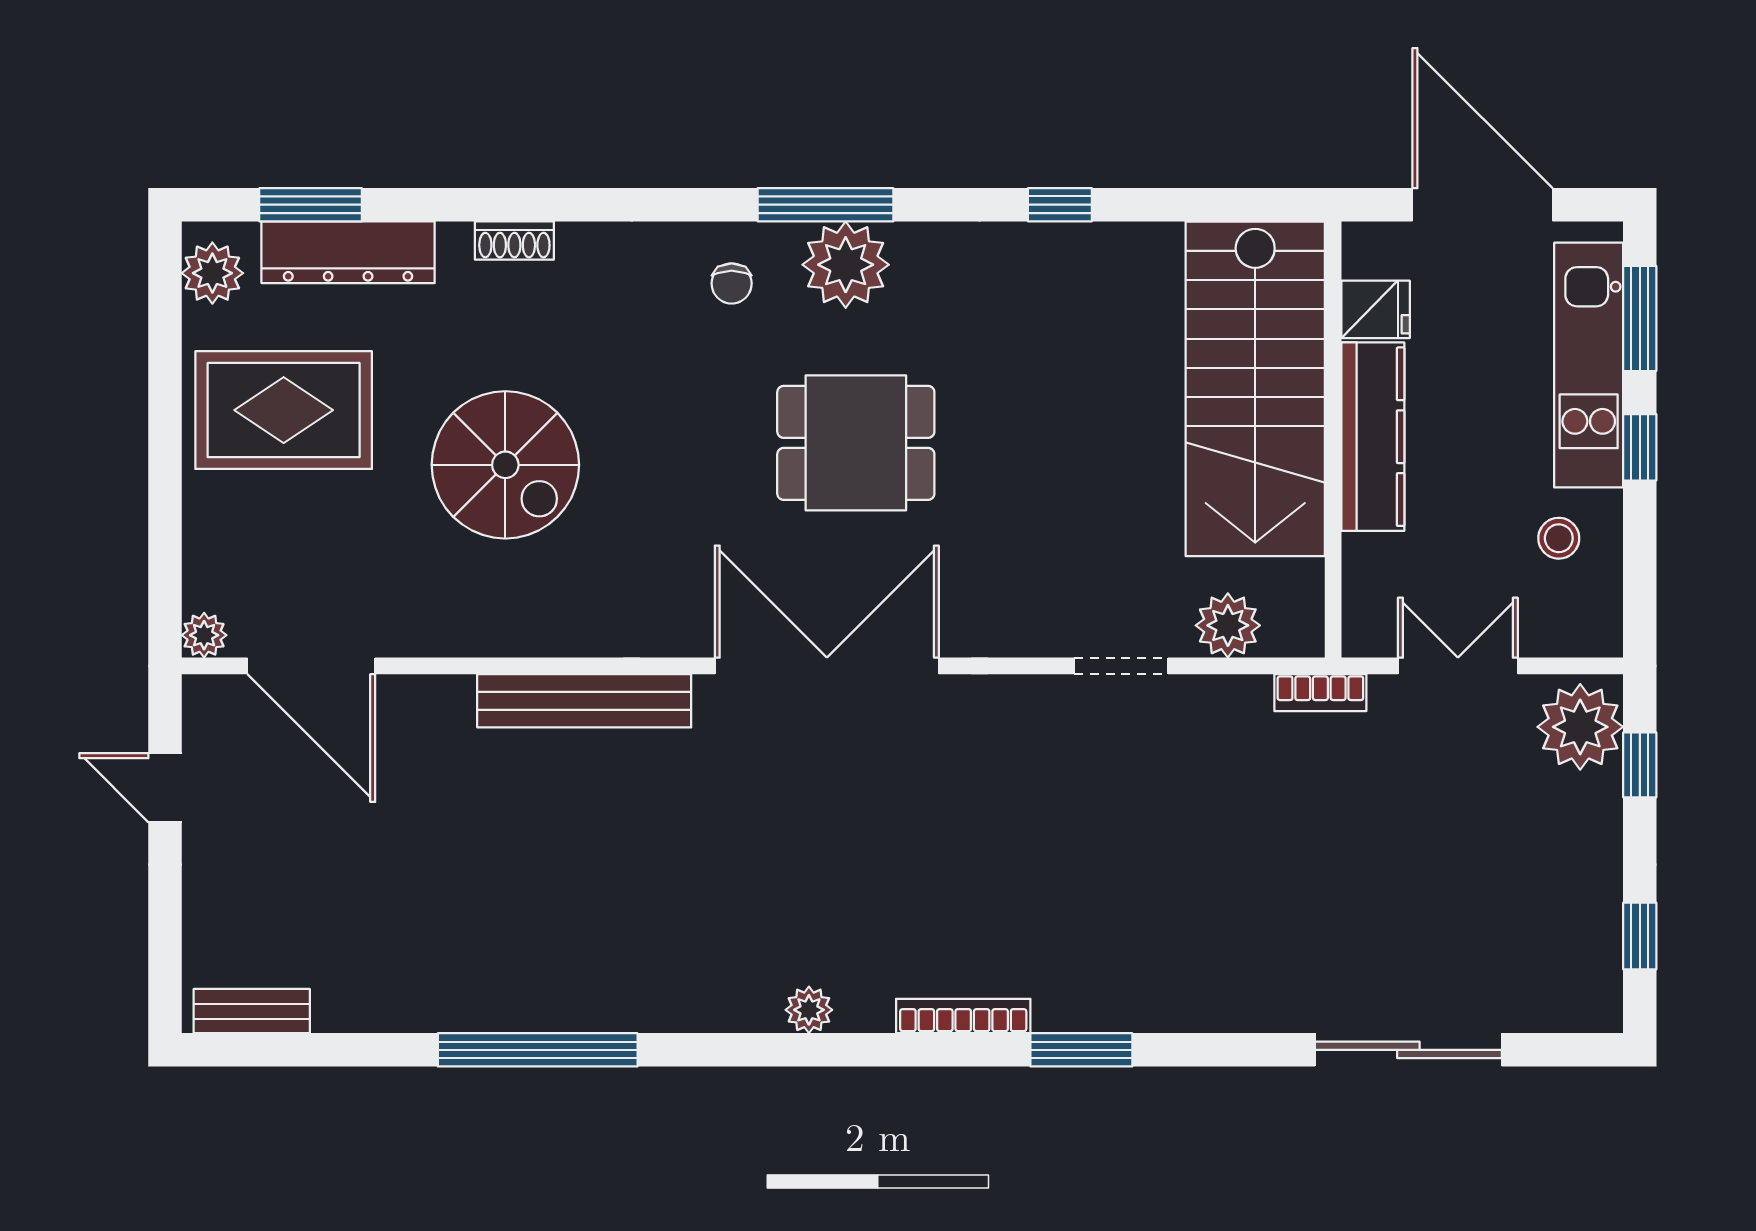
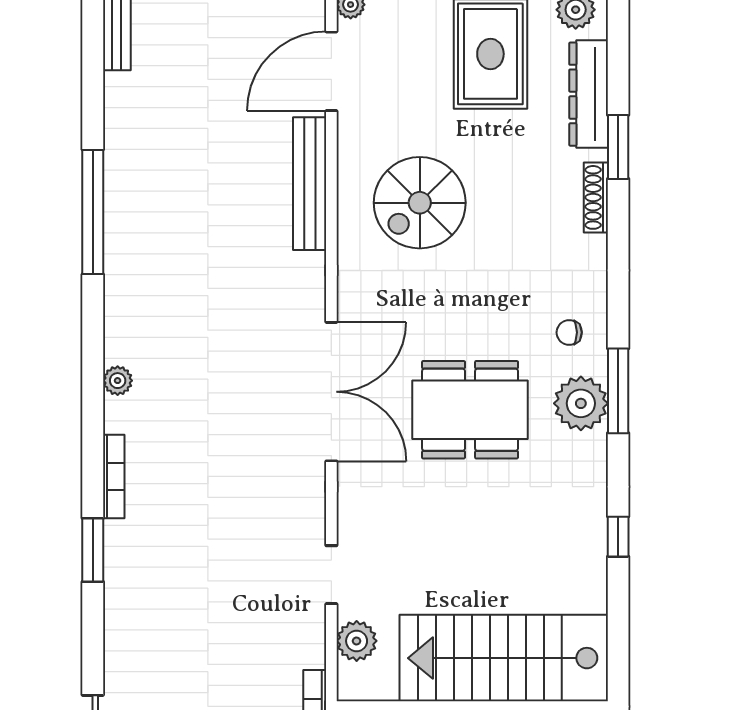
window: (311, 205) -> (618, 147), moved
shoe rack: (514, 240) -> (596, 197), width x1.43
dining table: (856, 443) -> (470, 410), width x1.37
spiral stairs: (505, 465) -> (420, 203), moved
bench: (584, 701) -> (310, 184), moved

